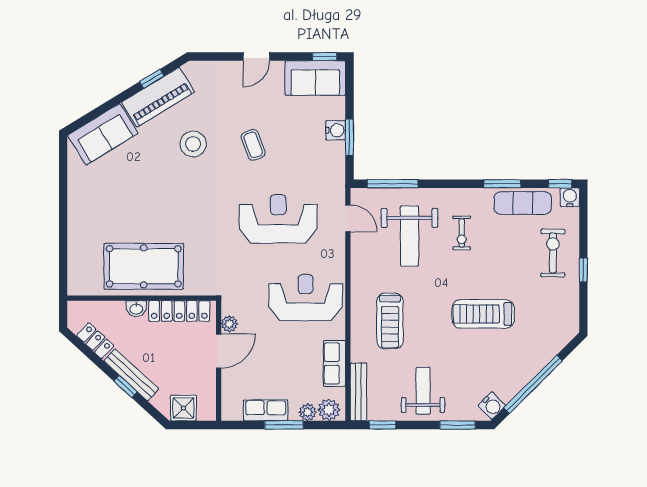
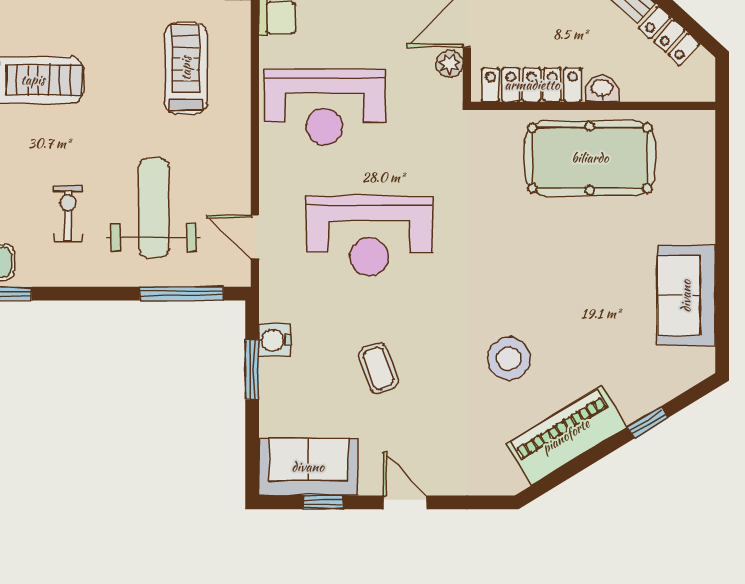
door: (256, 56) -> (405, 502), hinge flipped
window: (325, 56) -> (323, 502), moved
window: (152, 79) -> (648, 422), moved
water cooler: (336, 130) -> (275, 340), moved
sofa: (103, 134) -> (686, 296), moved, turned -59
coffee table: (253, 145) -> (378, 368), moved

